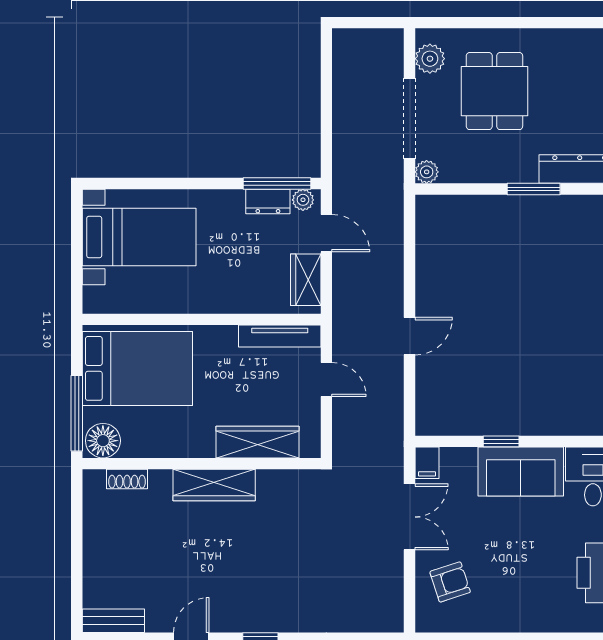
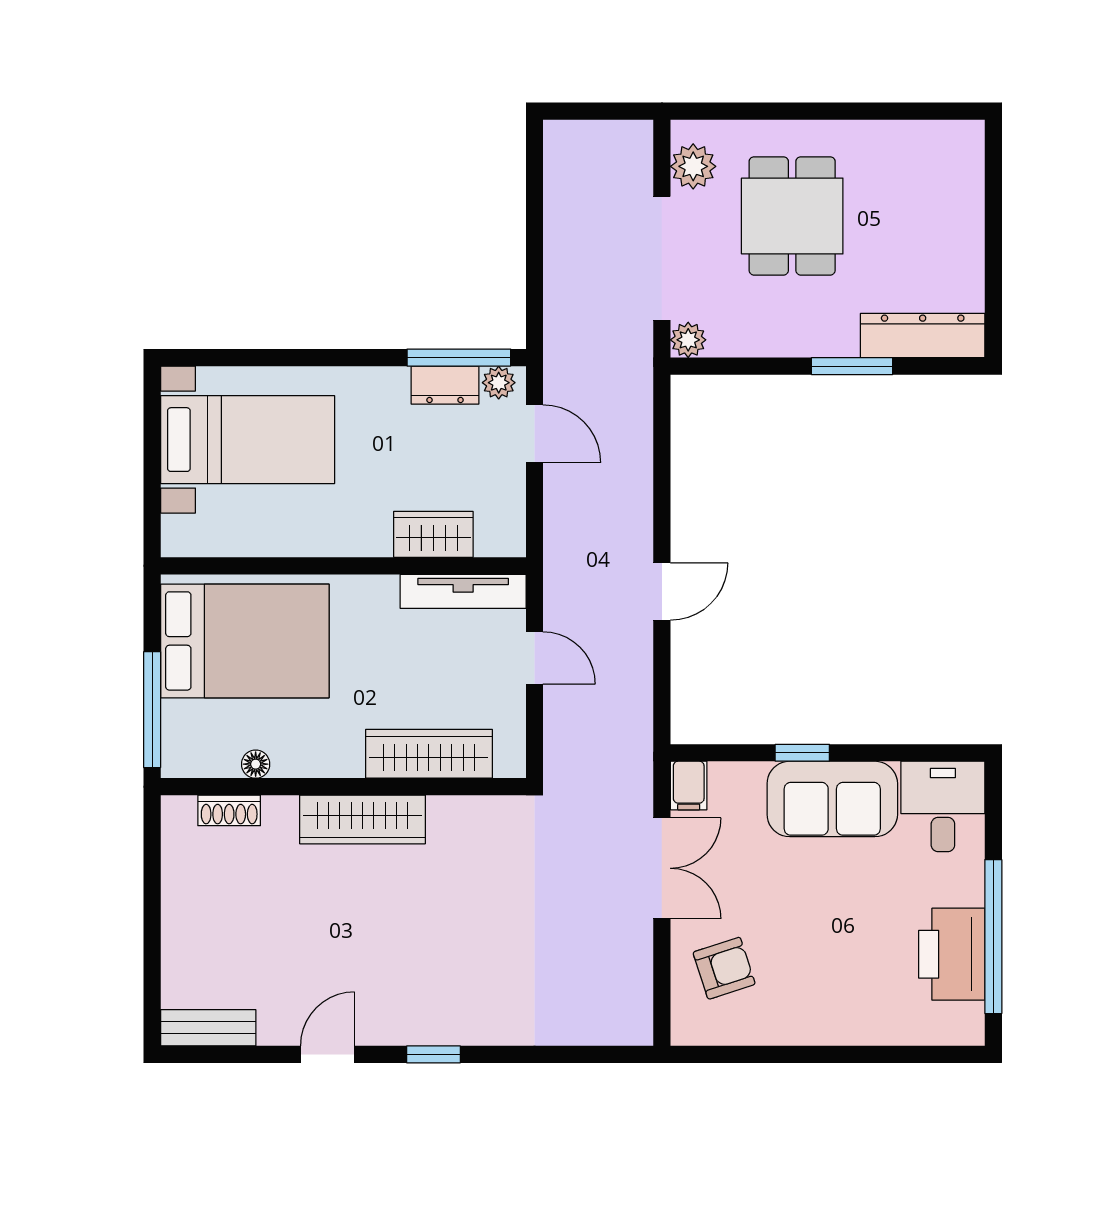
wardrobe: (306, 280) -> (433, 534), moved, turned 90
floor lamp: (103, 441) -> (256, 764), moved, width x0.53, depth x0.53

